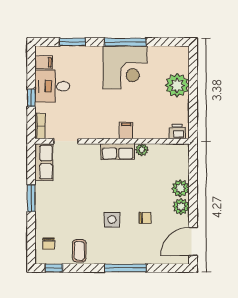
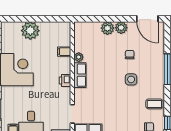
filing cabinet: (126, 130) -> (64, 52), moved
printer: (177, 132) -> (65, 81), moved

